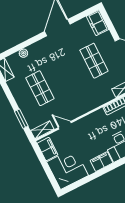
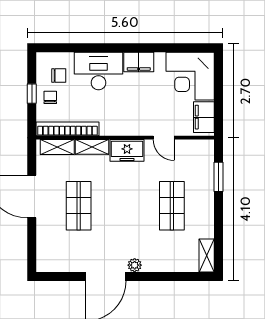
freezer: (98, 23) -> (127, 150), moved, turned 90
plant: (23, 53) -> (135, 265), moved
shelving: (42, 130) -> (92, 147), moved

